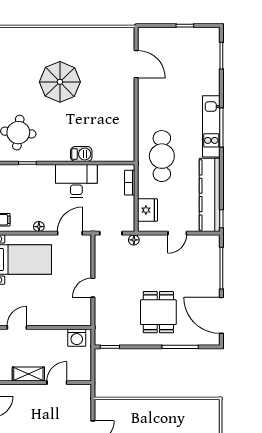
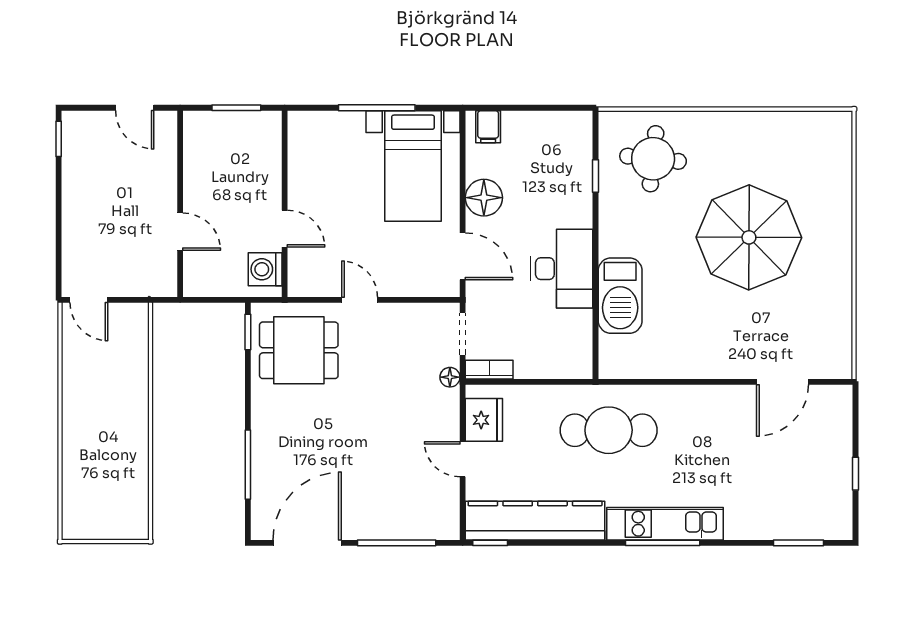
parasol: (60, 82) -> (749, 237), width x1.36, depth x1.36
barbecue: (81, 154) -> (620, 296), width x1.88, depth x1.53
bookcase: (130, 183) -> (489, 370), moved
fridge: (148, 210) -> (484, 420), moved, turned -90
floor lamp: (39, 227) -> (484, 198), width x1.89, depth x1.89
dining table: (158, 312) -> (299, 350), moved
door: (17, 327) -> (285, 229), moved
shelving: (28, 374) -> (196, 178), removed

